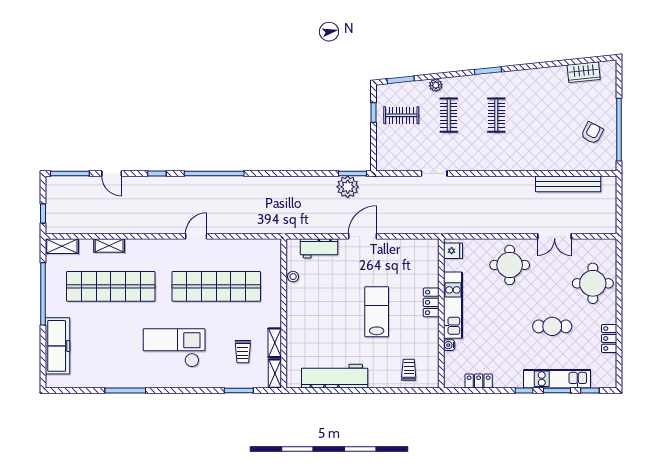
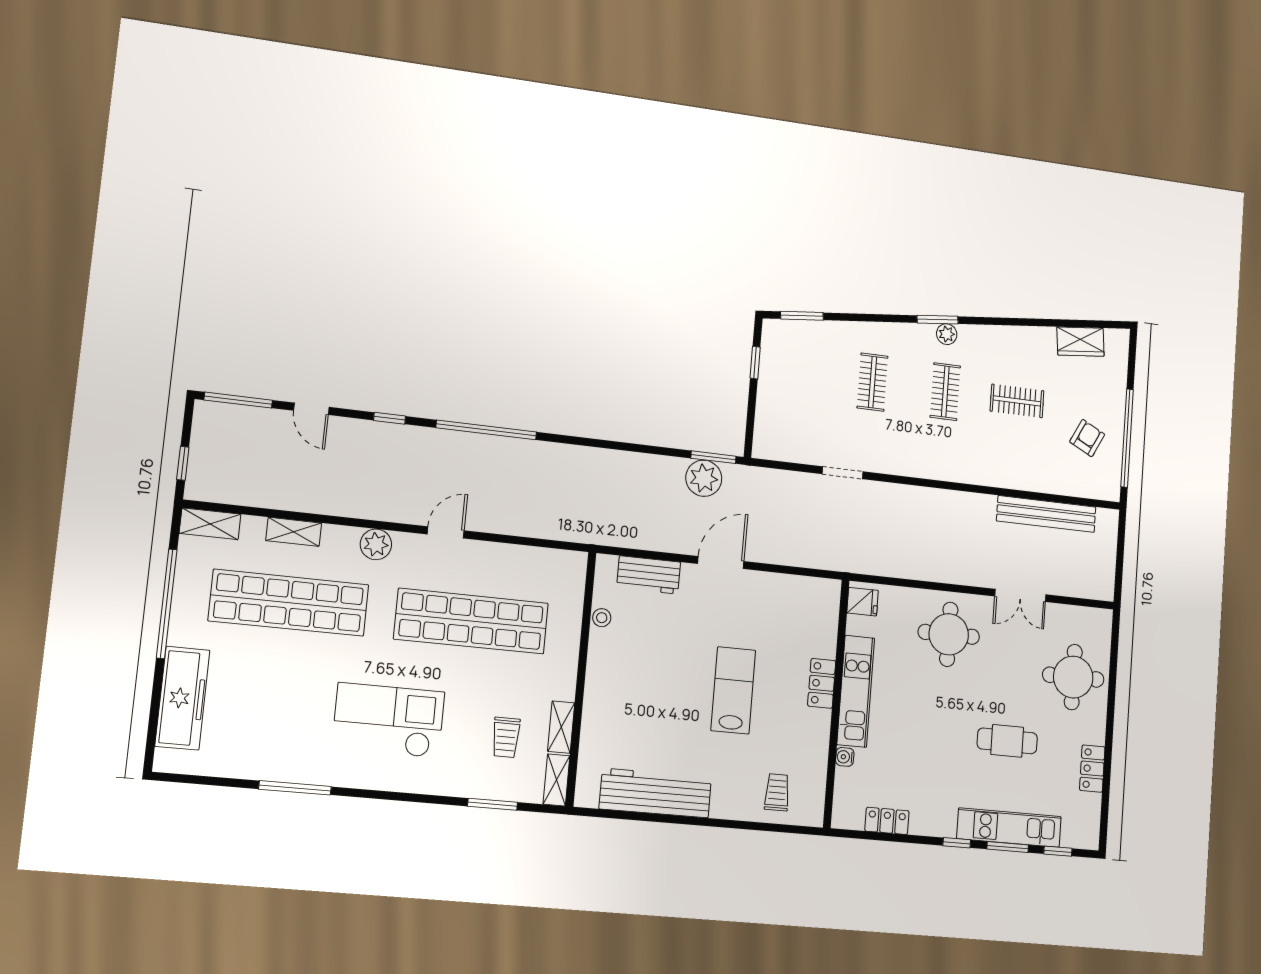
plant: (436, 85) -> (947, 334), moved
clothes rail: (401, 115) -> (1017, 401), moved
plant: (157, 248) -> (376, 544), added

